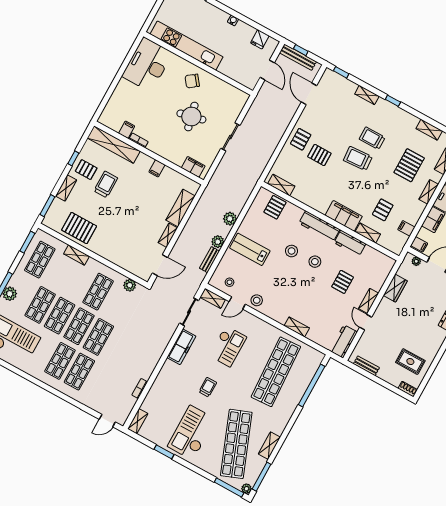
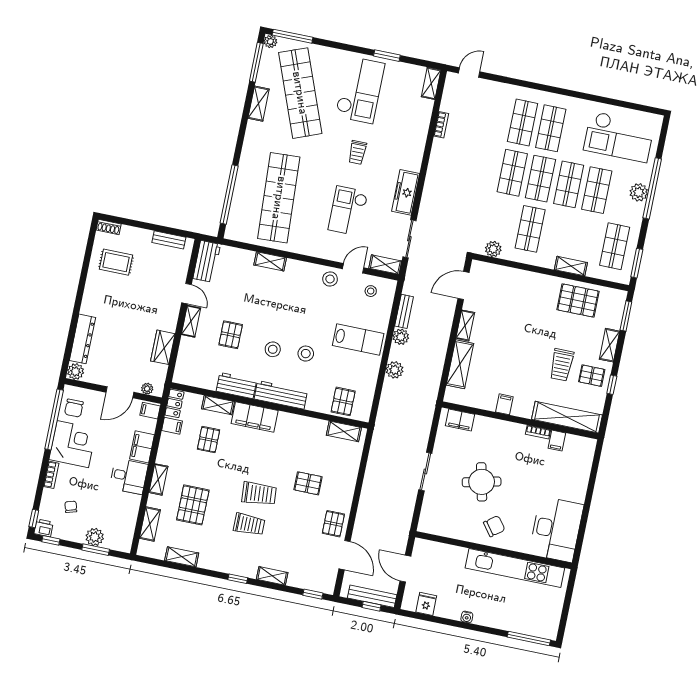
pallet: (301, 139) -> (333, 524), moved
locker: (400, 244) -> (174, 403), added

